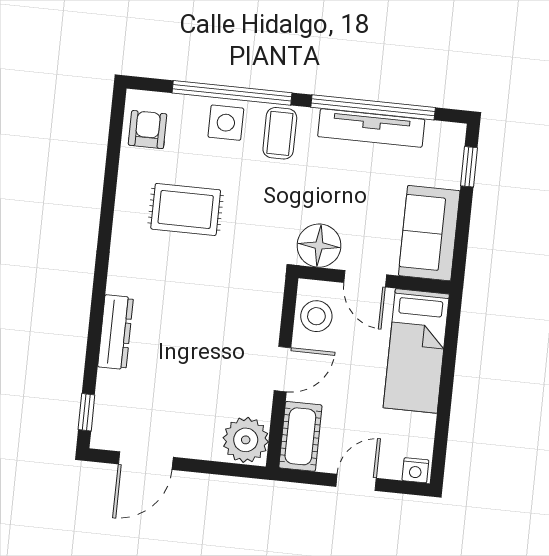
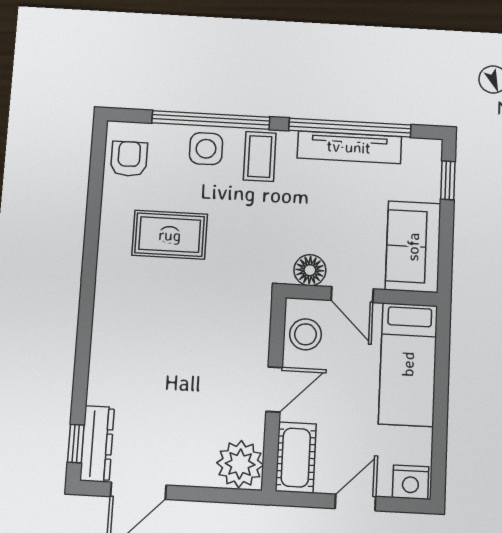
floor lamp: (319, 246) -> (310, 270), width x0.73, depth x0.73
dresser: (116, 332) -> (97, 444), moved
nightstand: (415, 470) -> (411, 482), width x1.39, depth x1.35

